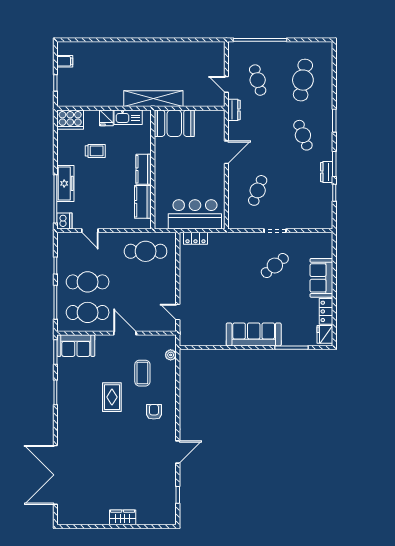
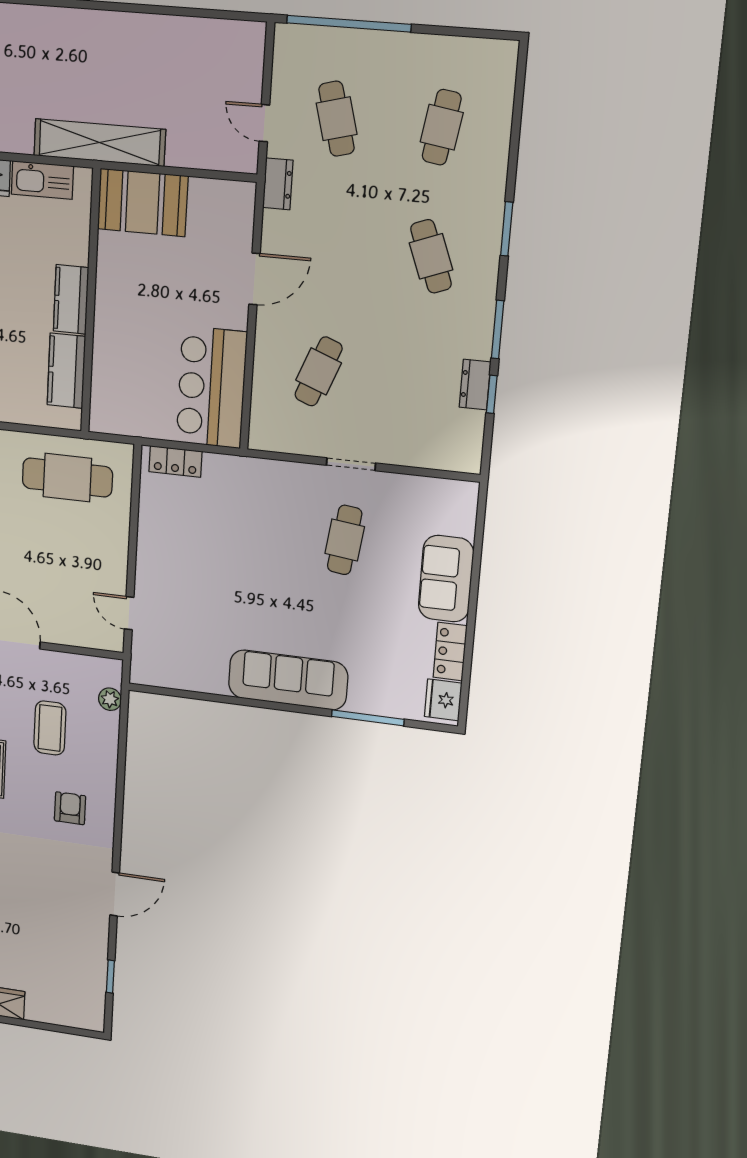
cafe table: (303, 80) -> (442, 127), width x0.73, depth x0.74
dresser: (327, 172) -> (475, 385), moved
bar counter: (195, 214) -> (212, 387), moved, turned -90
cafe table: (275, 266) -> (345, 540), turned -43

